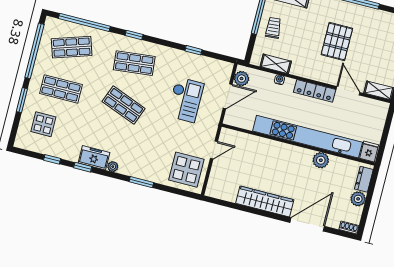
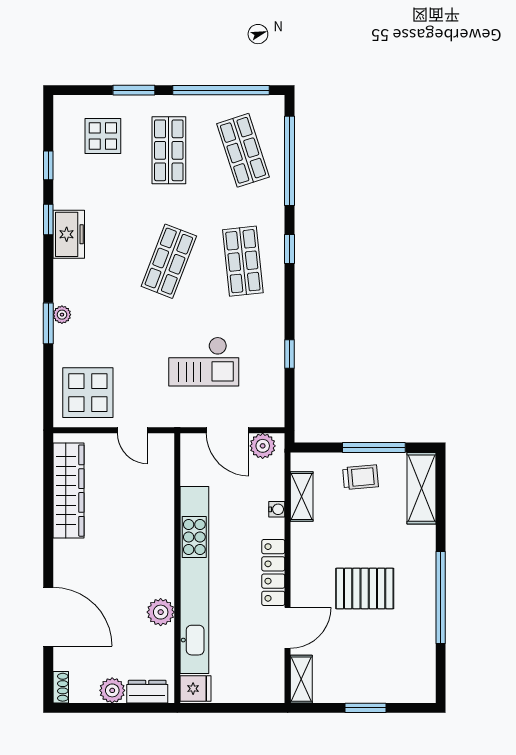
plant: (113, 167) -> (62, 315), moved
wardrobe: (265, 201) -> (68, 491), moved

